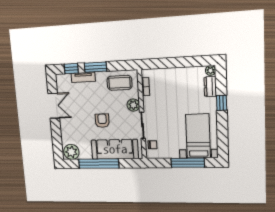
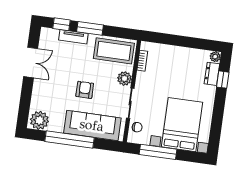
coffee table: (120, 83) -> (114, 51), width x1.36, depth x1.32
window: (222, 103) -> (223, 80), moved
bed with nightstands: (198, 136) -> (182, 125), width x1.36
window: (188, 163) -> (158, 152), moved

